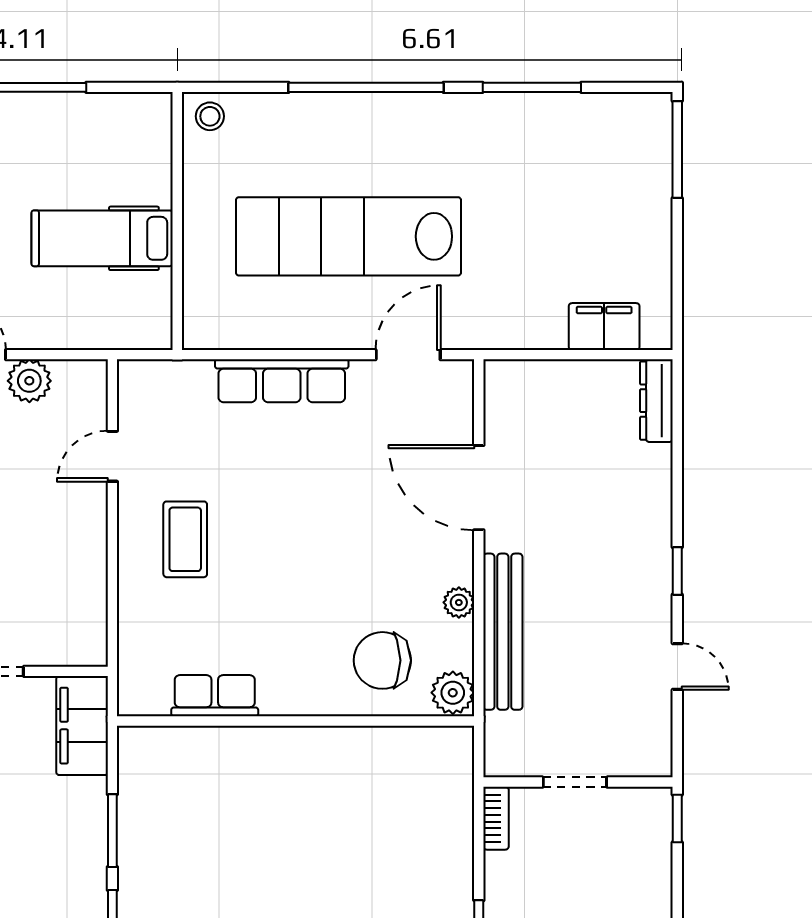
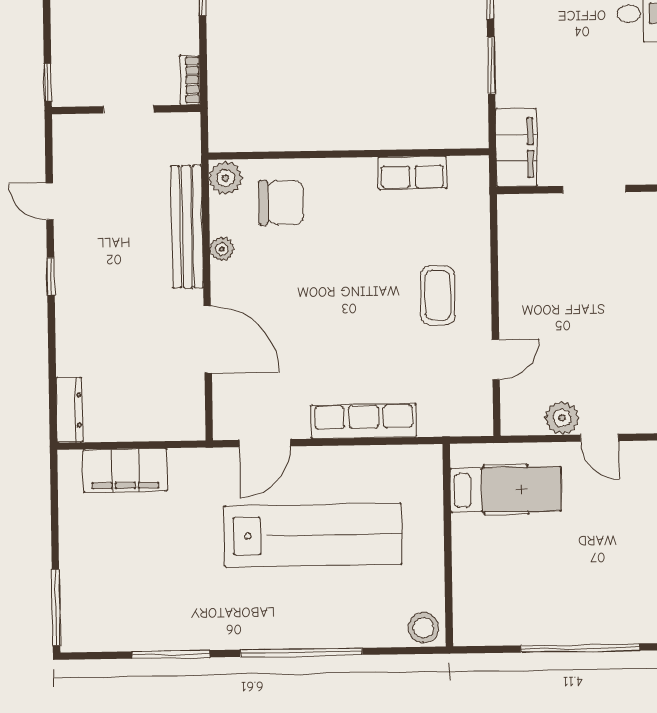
stool: (210, 116) -> (423, 628), width x1.37, depth x1.37
hospital bed: (102, 238) -> (506, 490), moved
filing cabinet: (604, 326) -> (125, 470), width x1.50, depth x1.17

